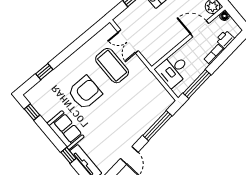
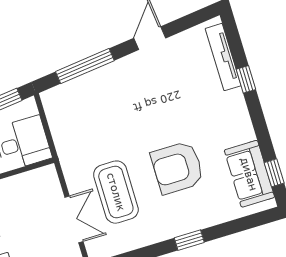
window: (44, 72) -> (189, 240), moved
sofa: (65, 130) -> (249, 174), moved

